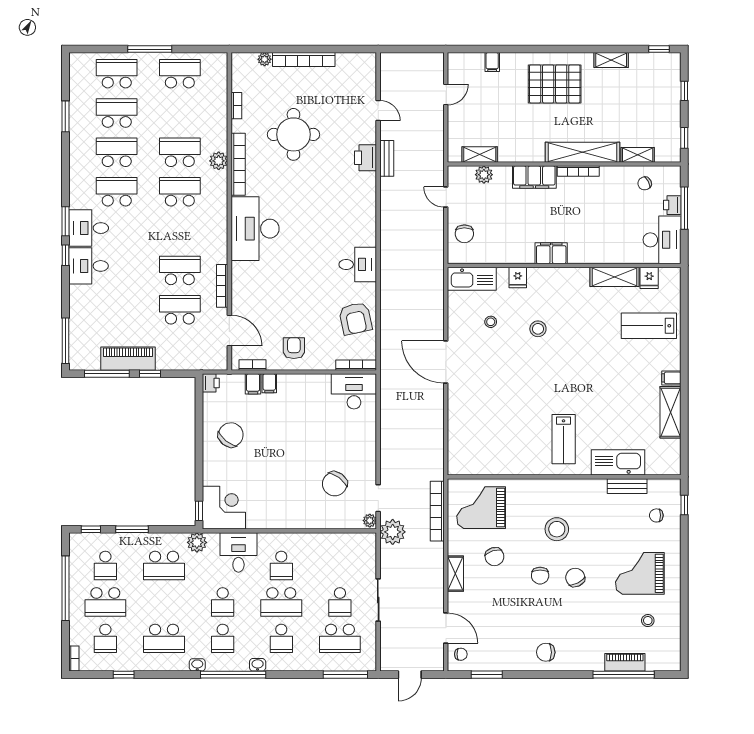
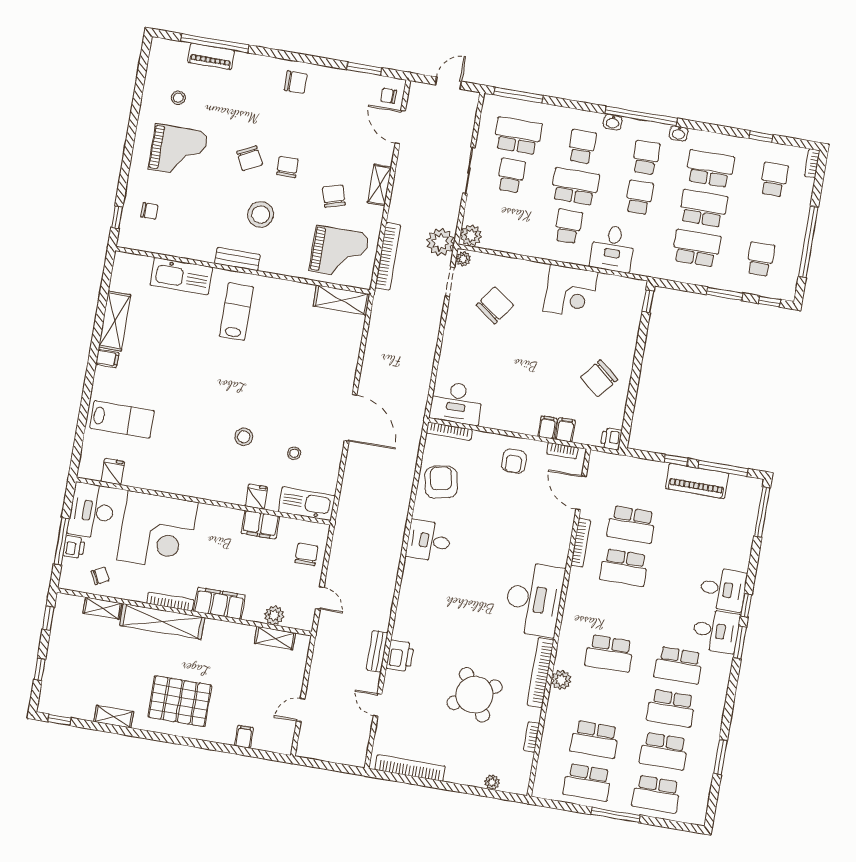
bookcase: (304, 60) -> (410, 768), moved
round table: (293, 134) -> (475, 695), turned -31
school desk: (180, 152) -> (595, 739), moved
corner desk: (600, 232) -> (157, 531), added
filing cabinet: (551, 253) -> (260, 525), moved
shelving: (614, 277) -> (341, 300), moved
bench: (627, 486) -> (237, 259), moved
corner desk: (224, 508) -> (571, 292), moved, turned -90
plant: (197, 542) -> (471, 235), moved
school desk: (105, 602) -> (703, 208), moved

